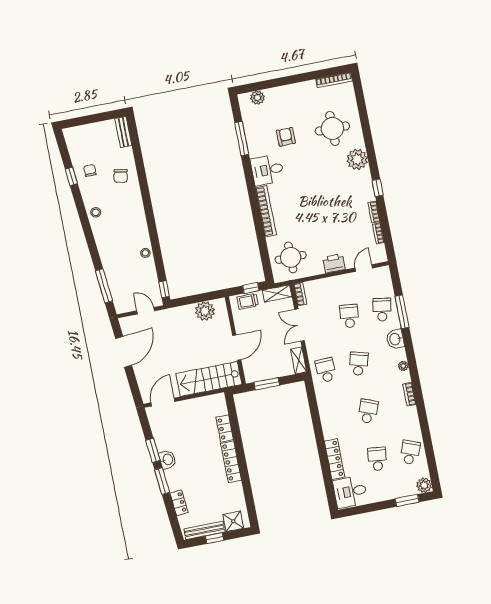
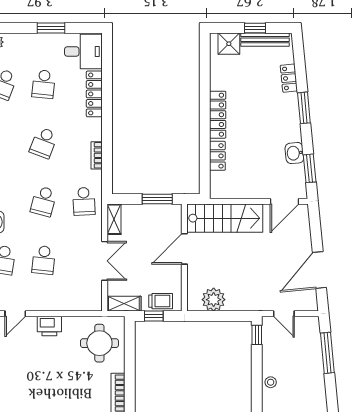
bookcase: (300, 294) -> (97, 155), moved
window: (153, 450) -> (310, 168), moved
washbasin: (167, 460) -> (294, 153), moved
window: (407, 500) -> (51, 28), moved

